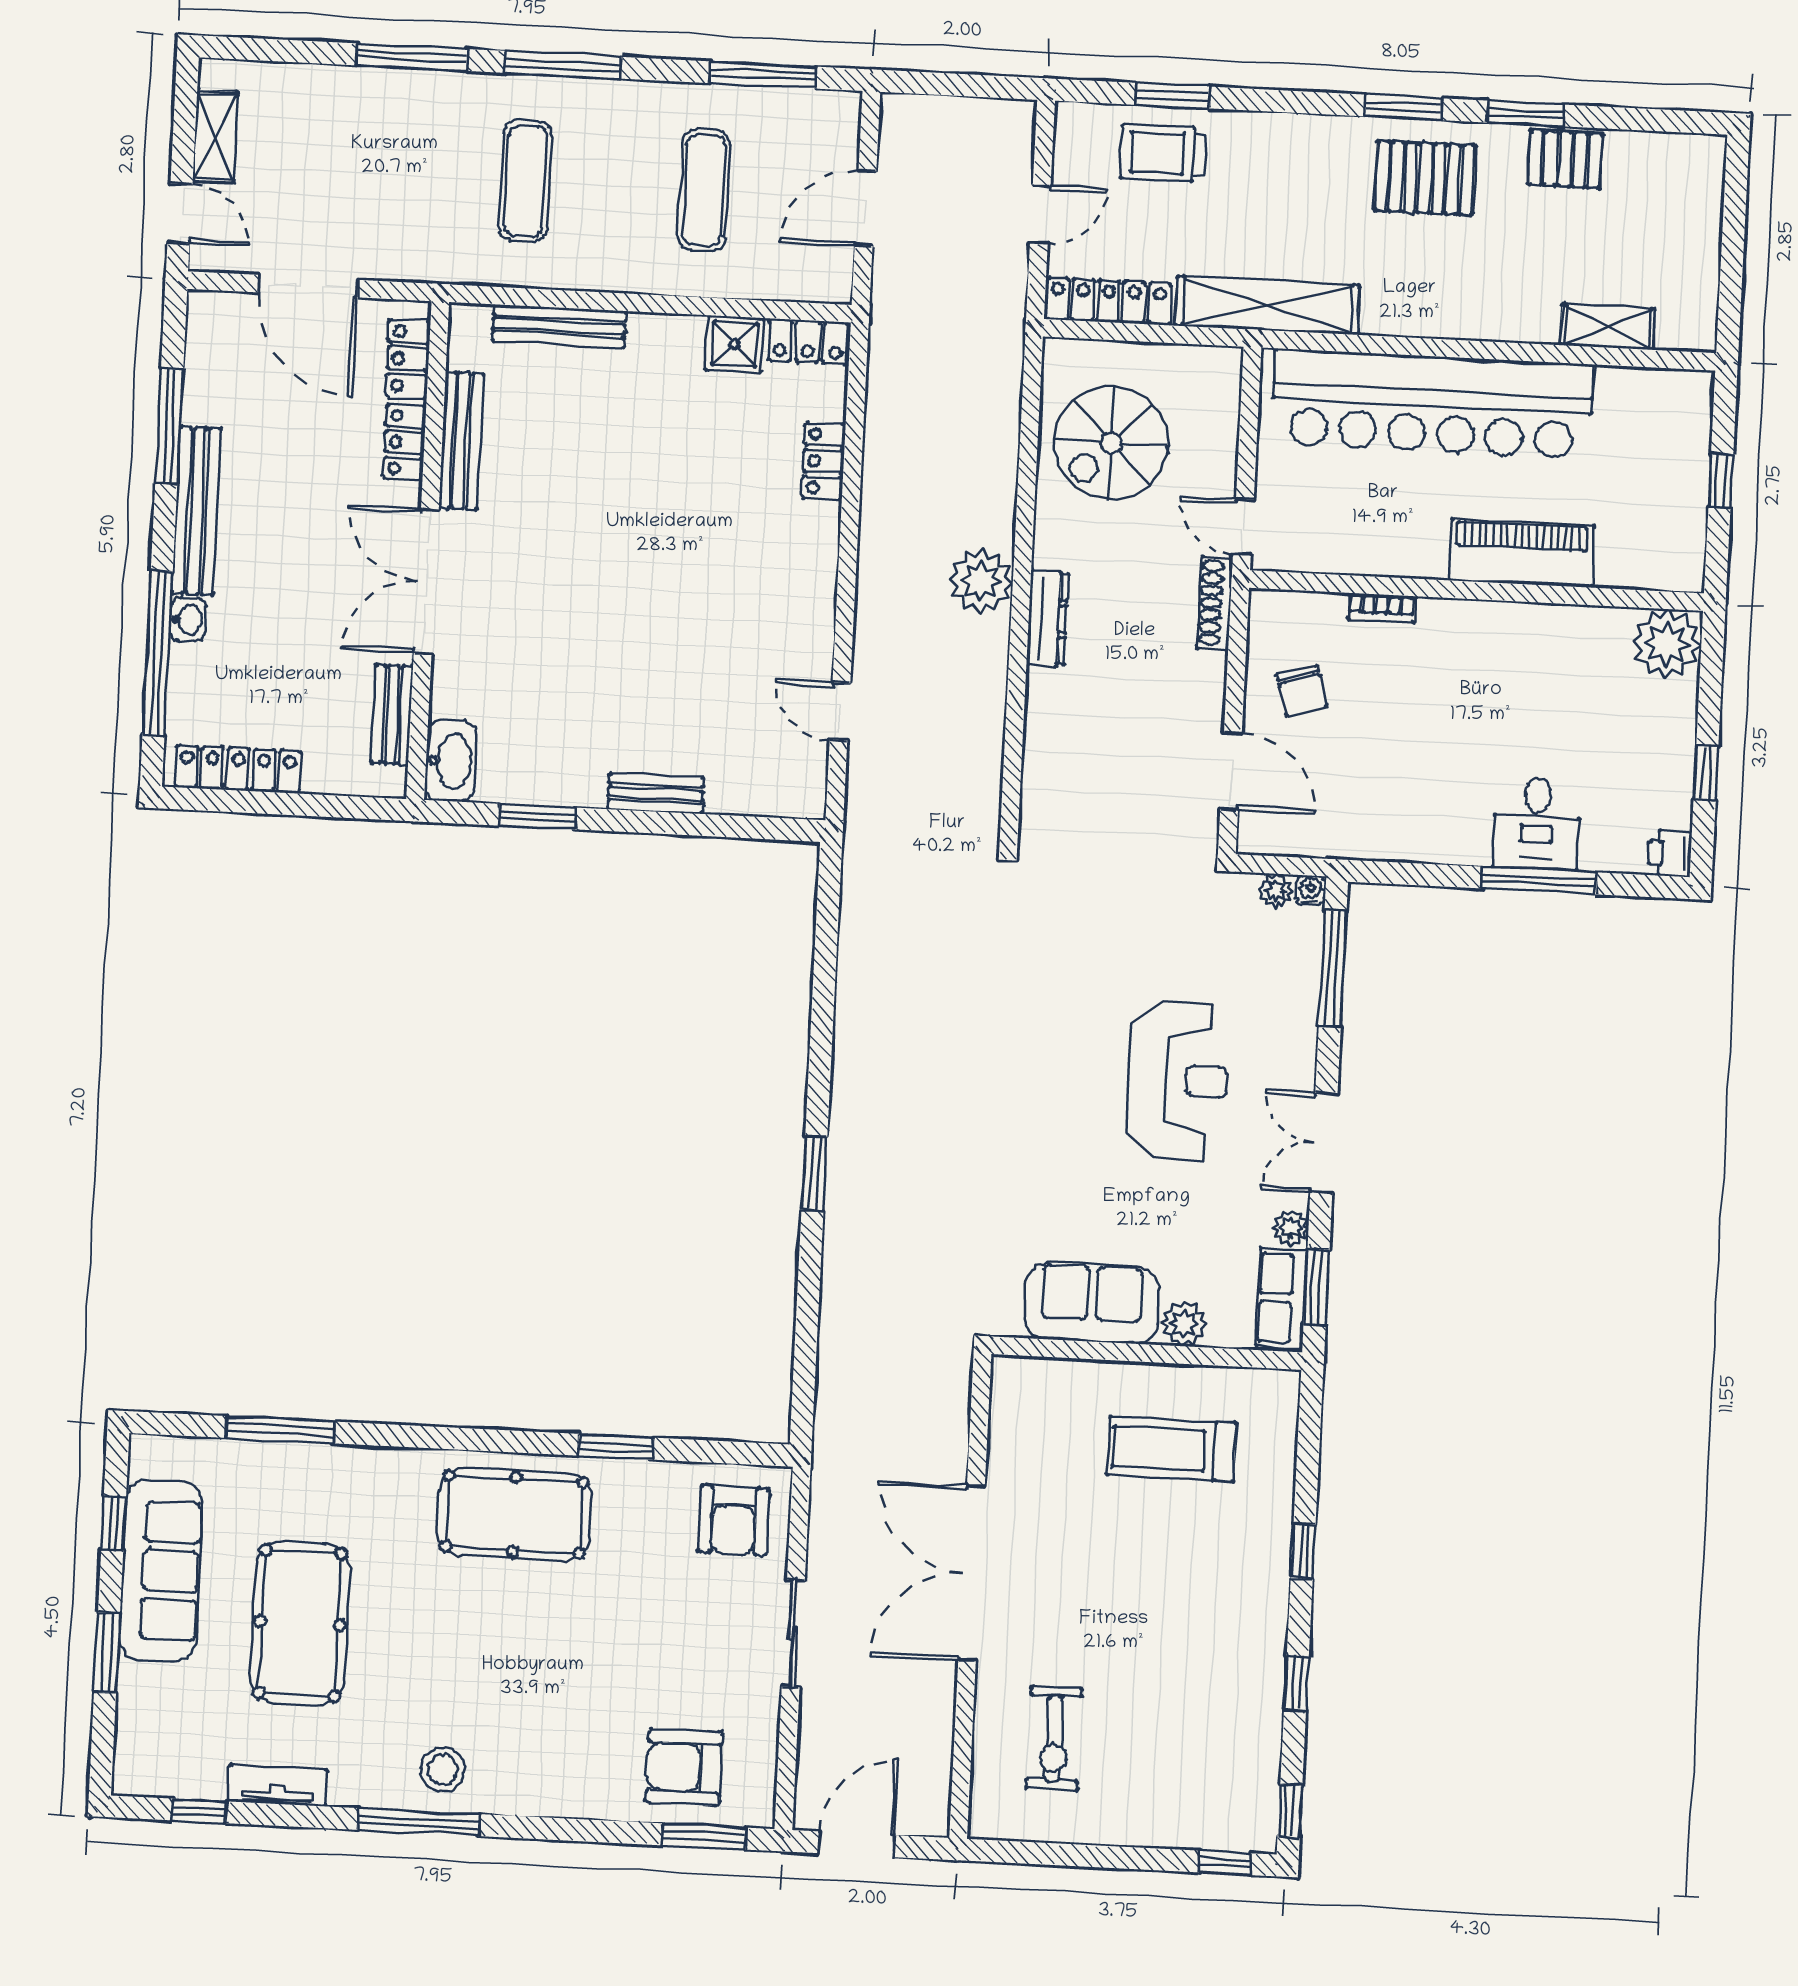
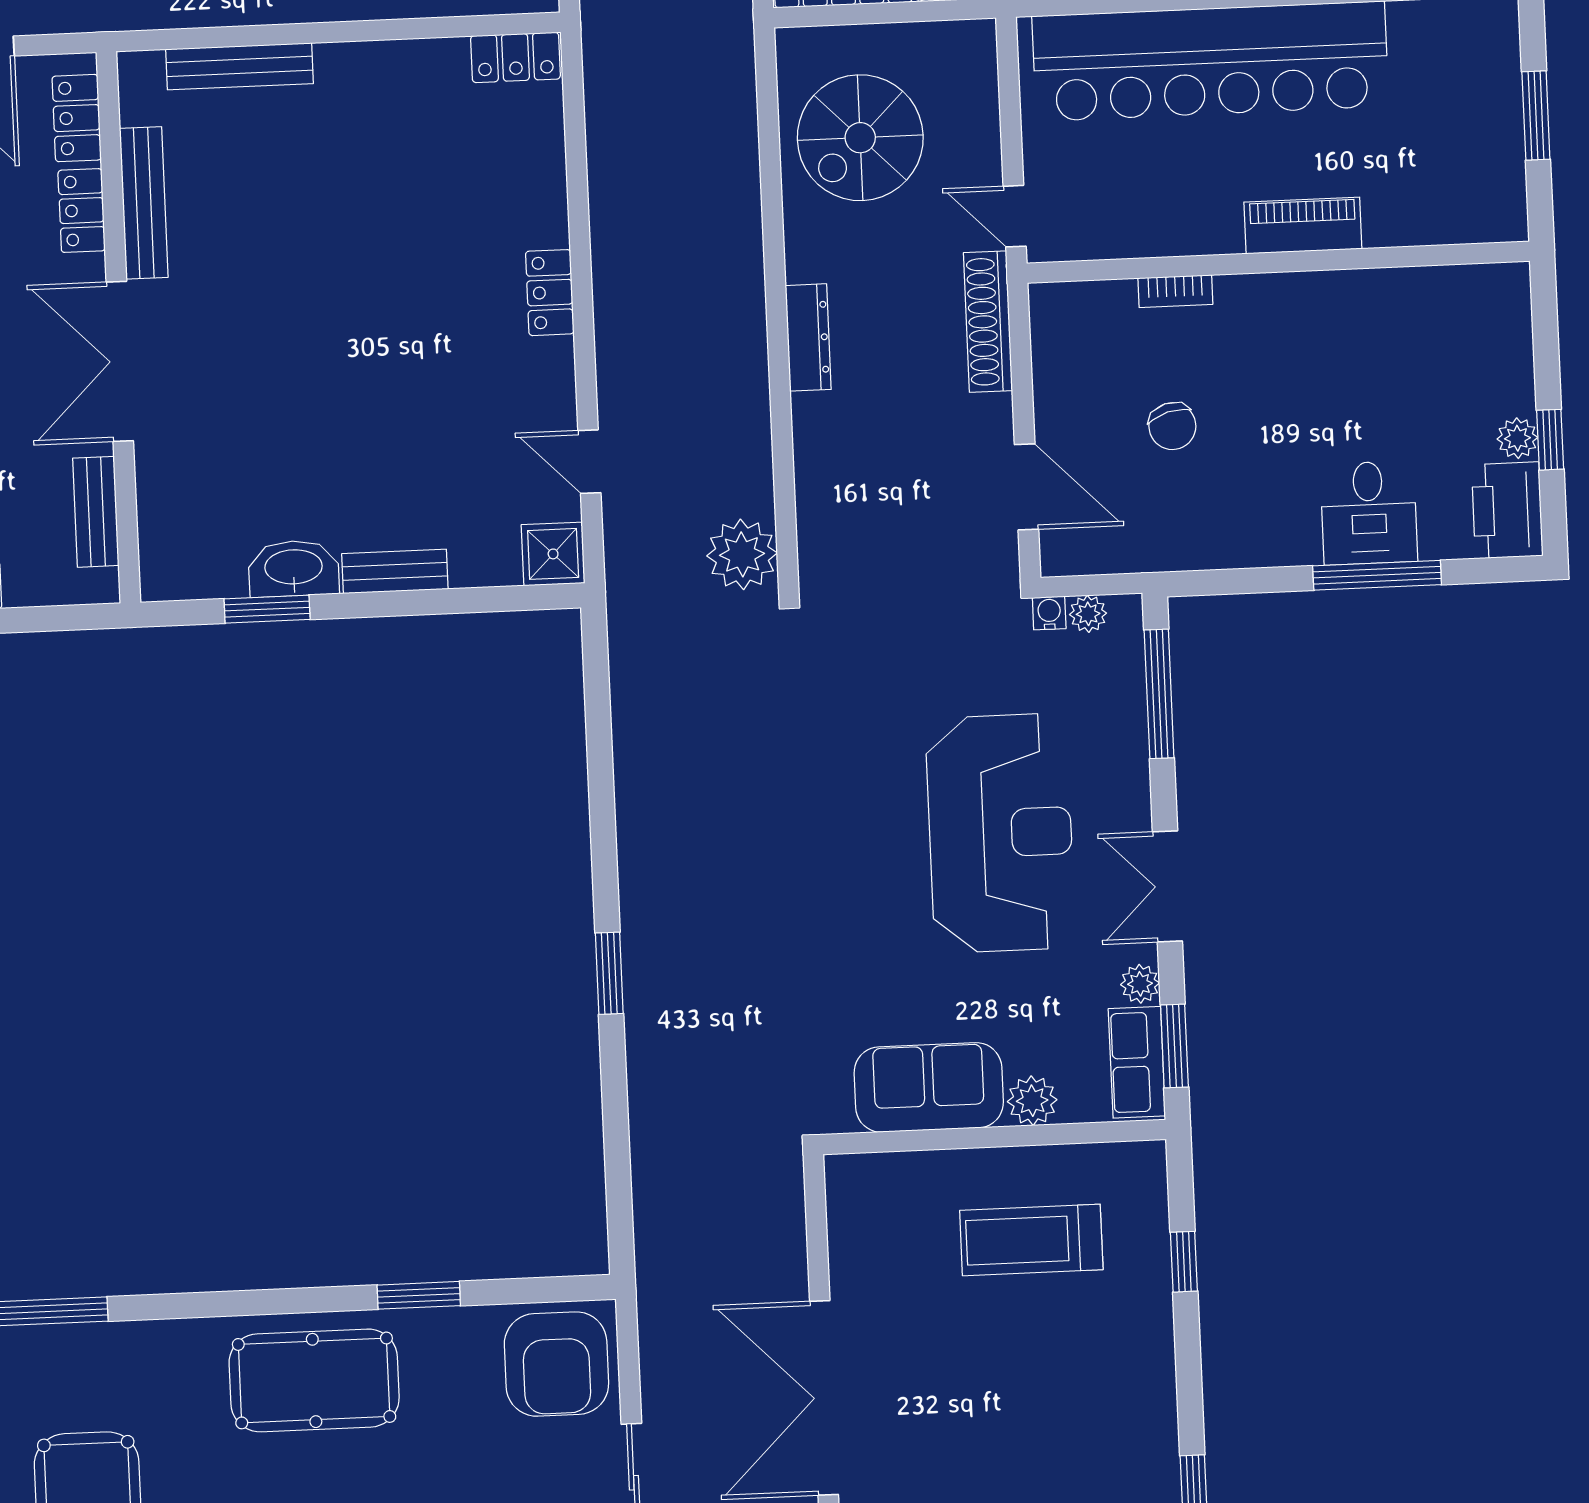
shower: (735, 344) -> (553, 554), moved
locker: (824, 461) -> (550, 293), moved
window: (1721, 481) -> (1536, 115), width x1.50
piano: (1521, 553) -> (1303, 225), width x0.73, depth x0.75
plant: (981, 581) -> (742, 554), moved
shoe rack: (1215, 603) -> (988, 322), width x1.36, depth x1.24
plant: (1667, 644) -> (1517, 438), moved, width x0.53, depth x0.53
chair: (1302, 690) -> (1172, 426), moved
washbasin: (451, 761) -> (294, 568), moved, turned -90
printer: (1670, 853) -> (1507, 510), width x1.87, depth x1.48
water cooler: (1311, 890) -> (1049, 613), moved
reception desk: (1178, 1080) -> (1000, 833), width x1.36, depth x1.30
armchair: (734, 1520) -> (556, 1364), width x1.36, depth x1.36
window: (1303, 1551) -> (1184, 1262), moved

